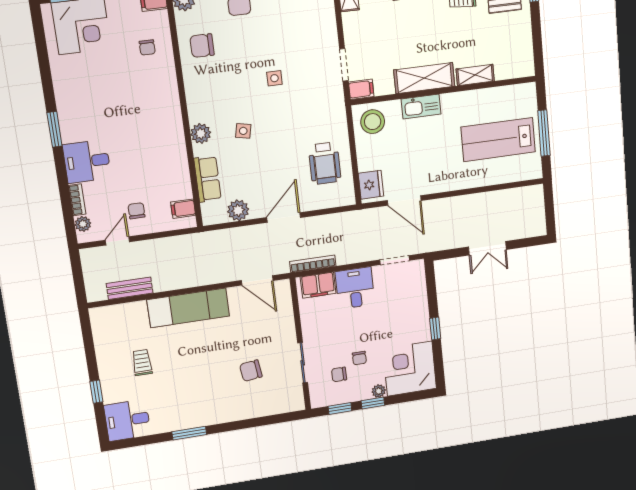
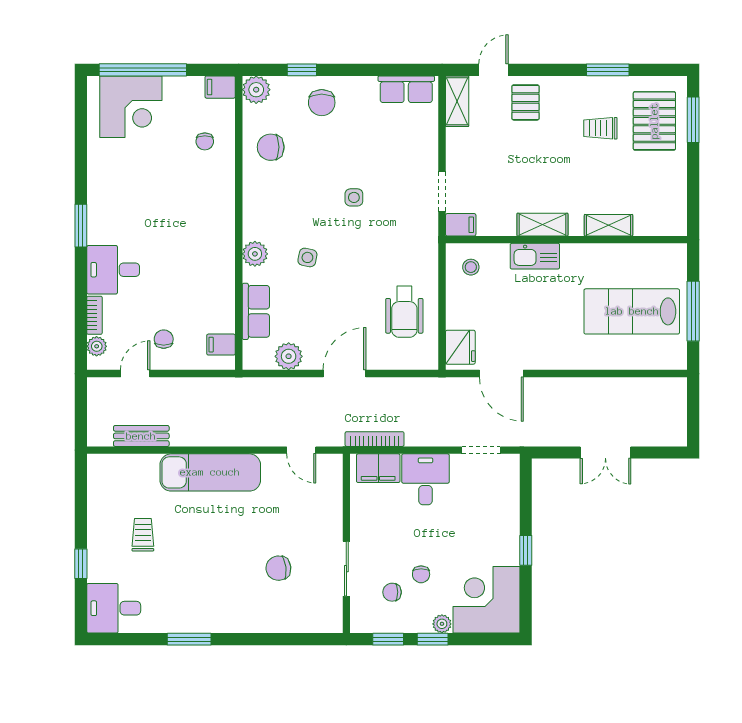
shelving: (424, 78) -> (542, 225), width x0.67, depth x0.75
stool: (373, 122) -> (471, 267), width x0.53, depth x0.53
door: (257, 280) -> (301, 450), width x0.73

